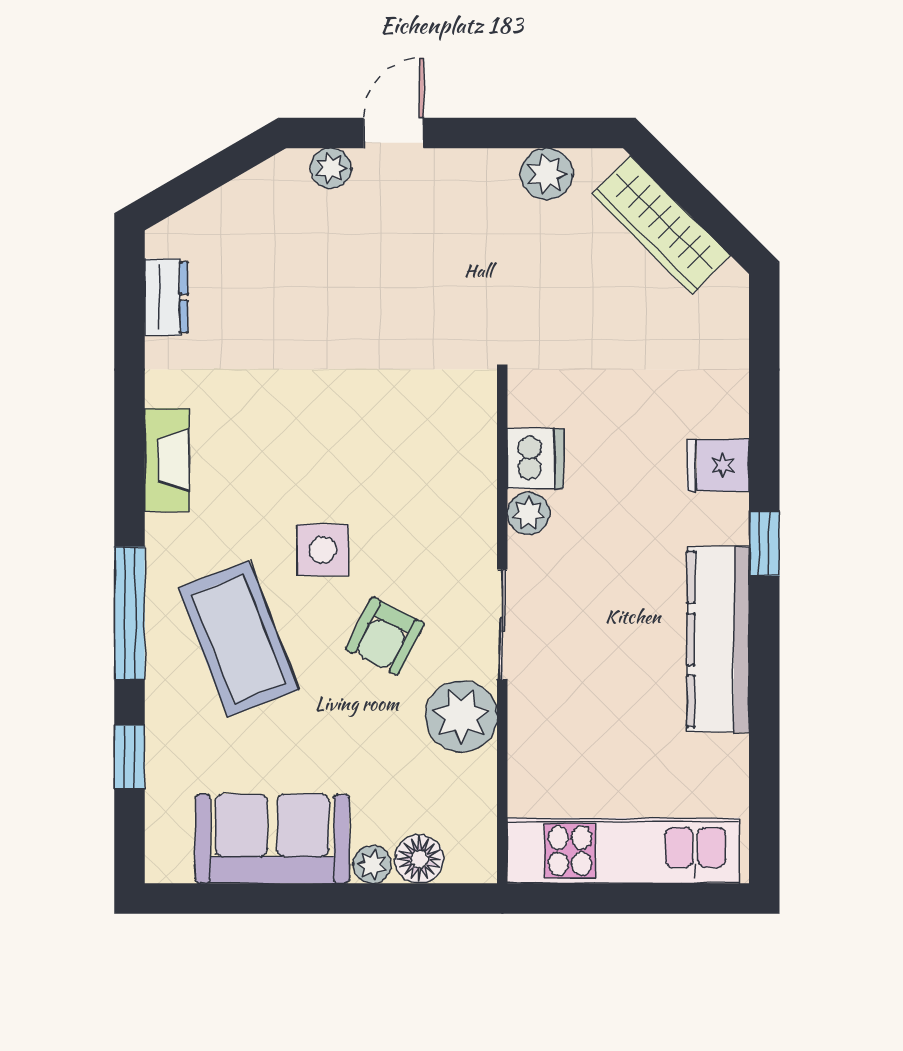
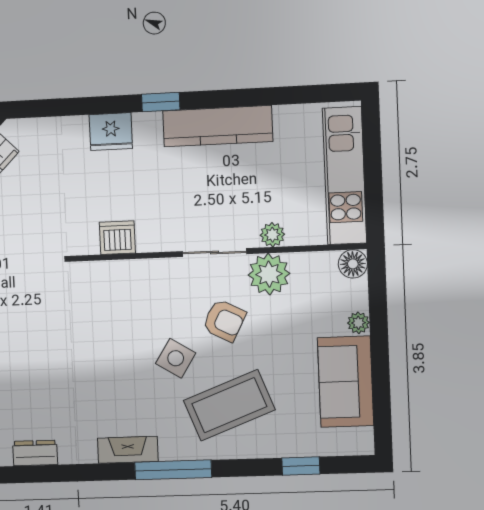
fridge: (718, 465) -> (111, 132), width x1.38
plant: (528, 514) -> (272, 235), moved
side table: (323, 550) -> (176, 358), turned 32
window: (130, 613) -> (173, 470), moved
floor lamp: (419, 859) -> (353, 264), moved

